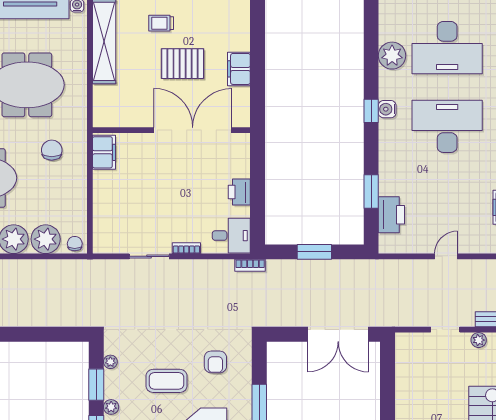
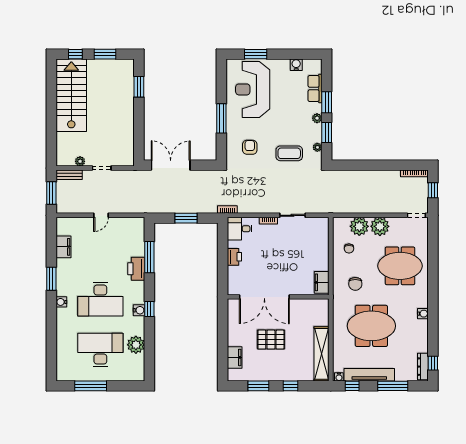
trolley: (161, 23) -> (285, 366), removed
filing cabinet: (239, 69) -> (235, 357), moved
window: (371, 192) -> (149, 257), width x1.44
printer: (391, 215) -> (136, 269), moved
chair: (75, 244) -> (349, 249), moved
coffee table: (167, 381) -> (289, 153), moved

